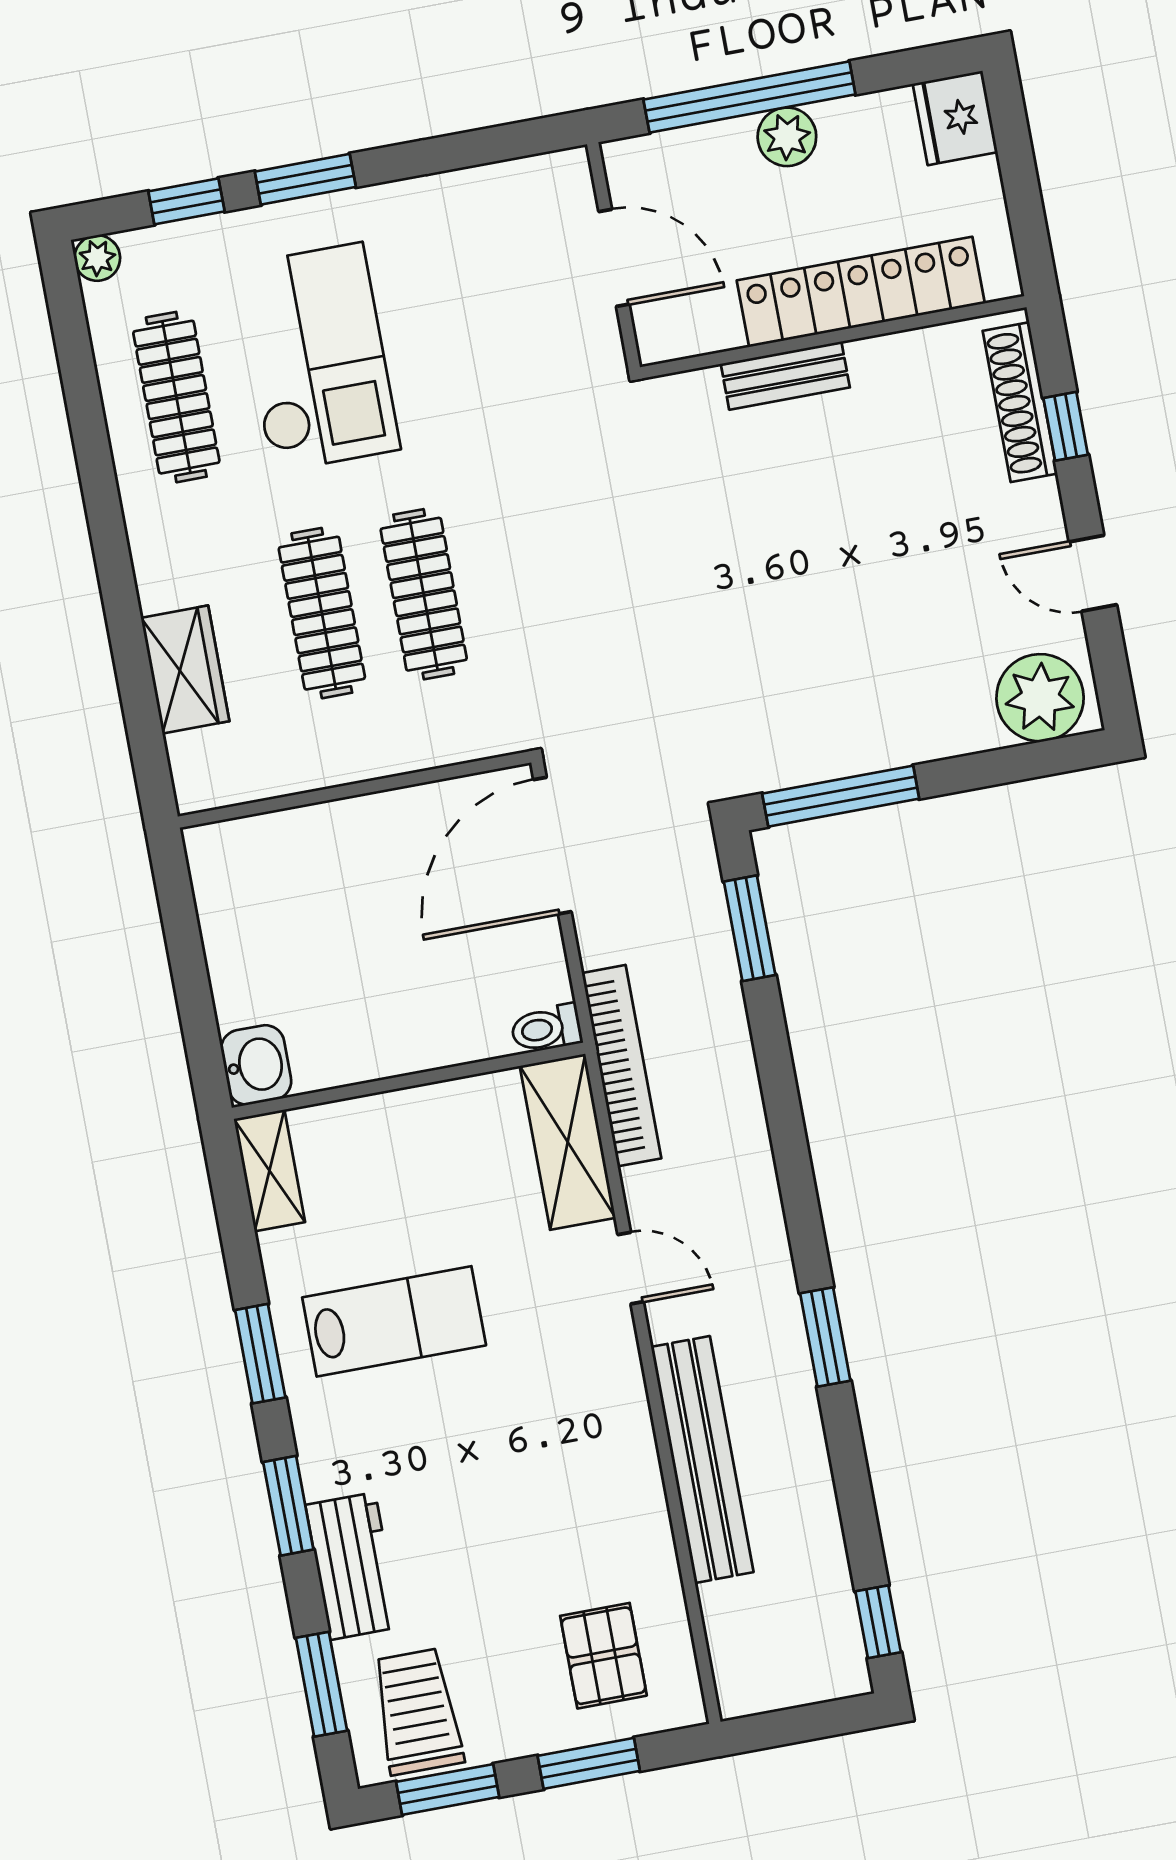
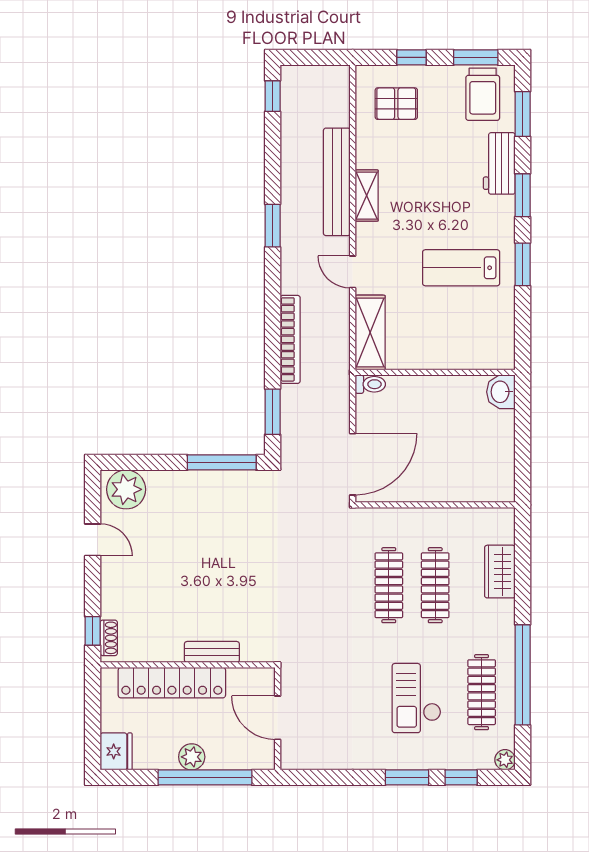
checkout: (317, 357) -> (416, 698), width x0.73, depth x0.83
shoe rack: (1020, 402) -> (109, 638), width x0.51, depth x0.81
window: (1066, 426) -> (93, 631), moved
window: (93, 452) -> (523, 675), added
bookcase: (622, 1066) -> (290, 339), moved, turned 180
shelving: (269, 1170) -> (367, 196), moved
pallet: (603, 1656) -> (396, 104), turned 90
window: (589, 1763) -> (412, 57), width x0.67

